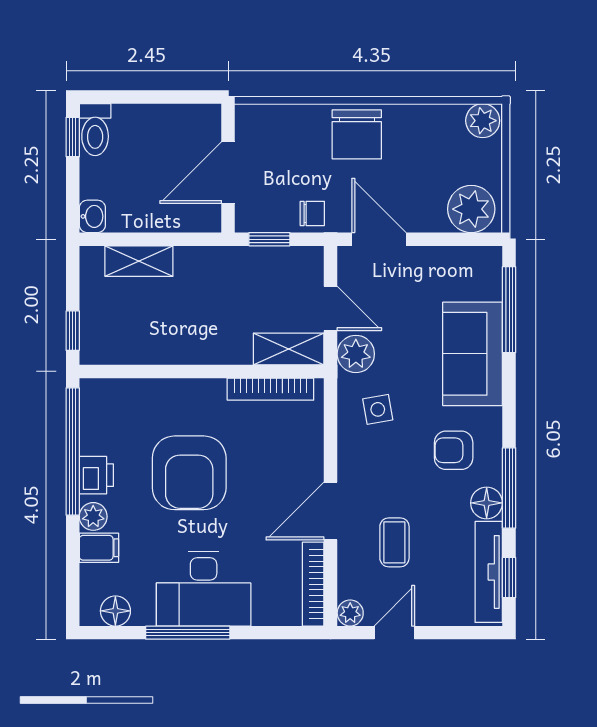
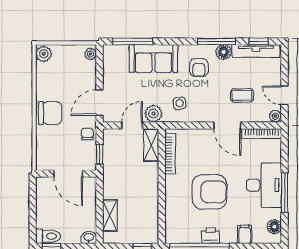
plant: (471, 209) -> (90, 54), width x0.53, depth x0.53
plant: (93, 516) -> (230, 237), removed

